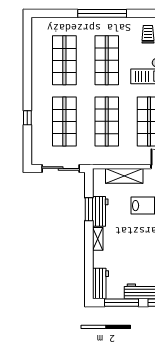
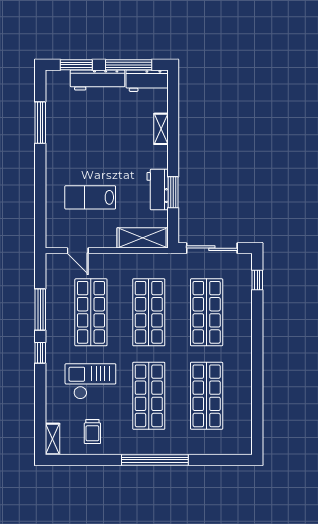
window: (27, 118) -> (257, 280), moved
shelving: (124, 176) -> (143, 238), moved
shelving: (98, 239) -> (161, 129), moved
workbench: (100, 284) -> (147, 81), moved, turned -90

